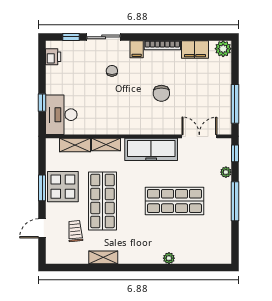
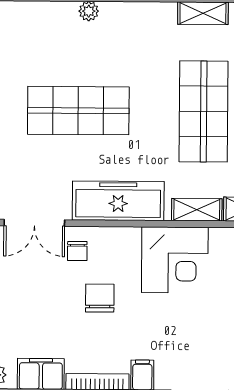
chair: (112, 71) -> (77, 251), moved
corner desk: (118, 116) -> (175, 260), added

